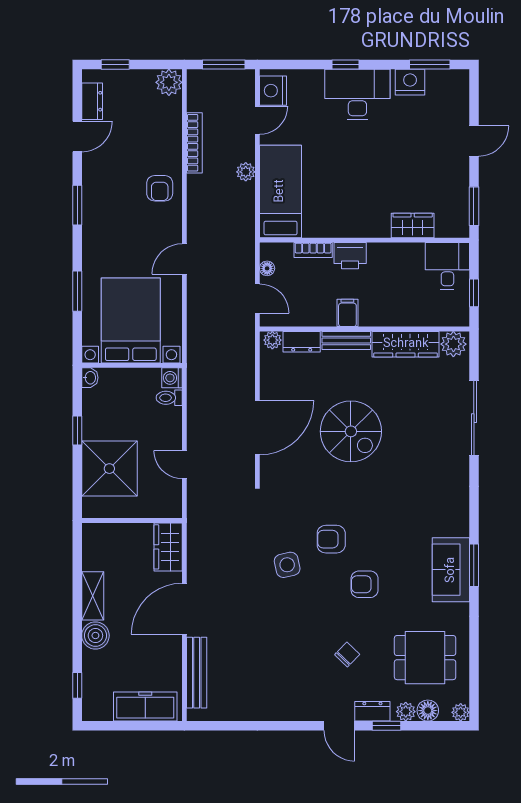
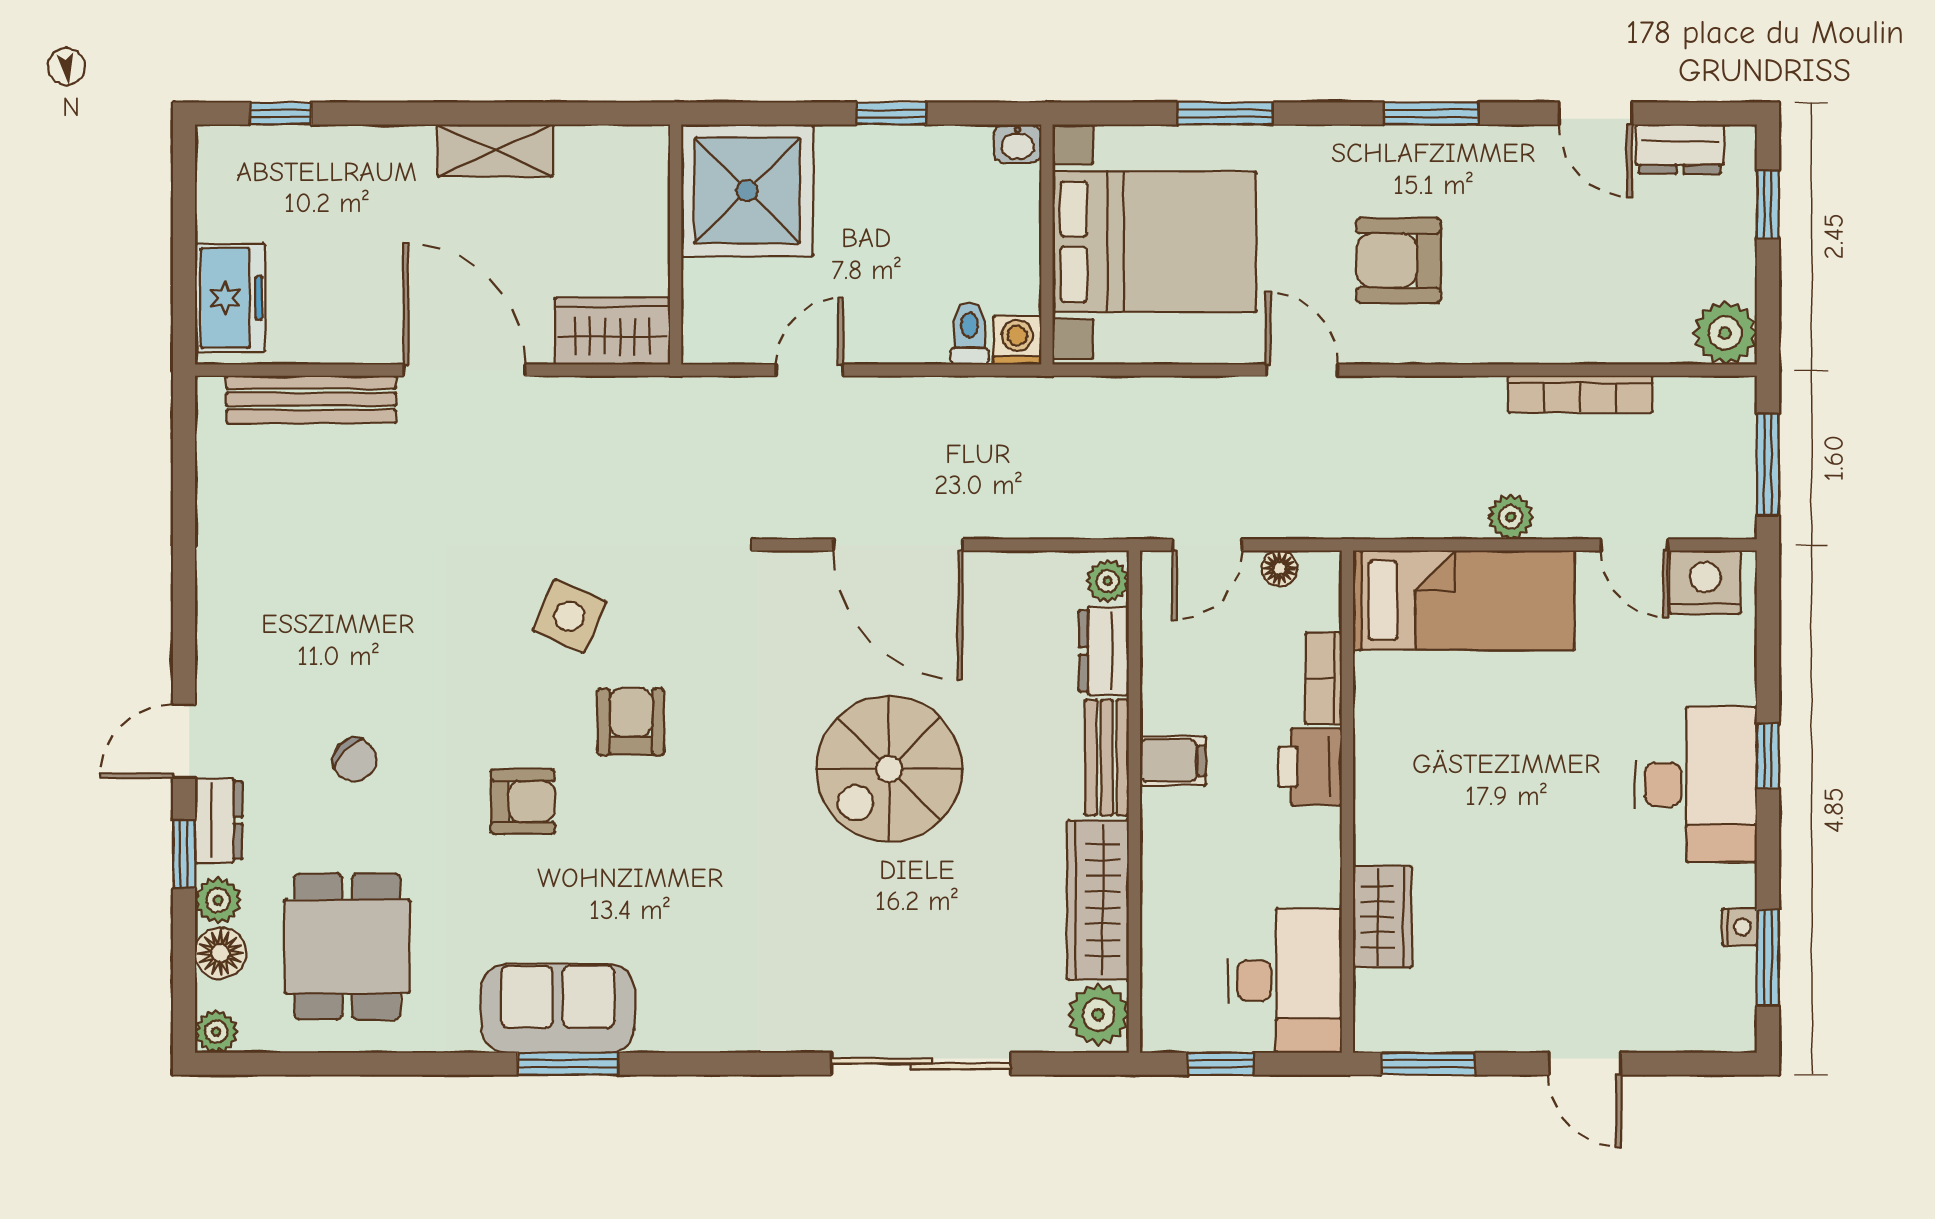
nightstand: (410, 82) -> (1740, 927), width x0.53, depth x0.56
armchair: (160, 188) -> (1398, 261), moved, width x1.38, depth x1.38
desk: (447, 266) -> (1285, 981), width x1.37
shower: (109, 469) -> (747, 190), moved
side table: (287, 565) -> (569, 616), turned 37
armchair: (365, 584) -> (523, 802), turned 90
boiler: (95, 636) -> (400, 157), removed
freezer: (145, 706) -> (230, 298), width x0.71

